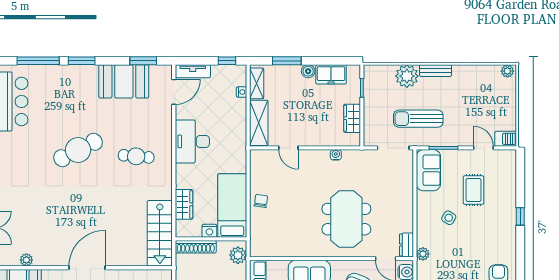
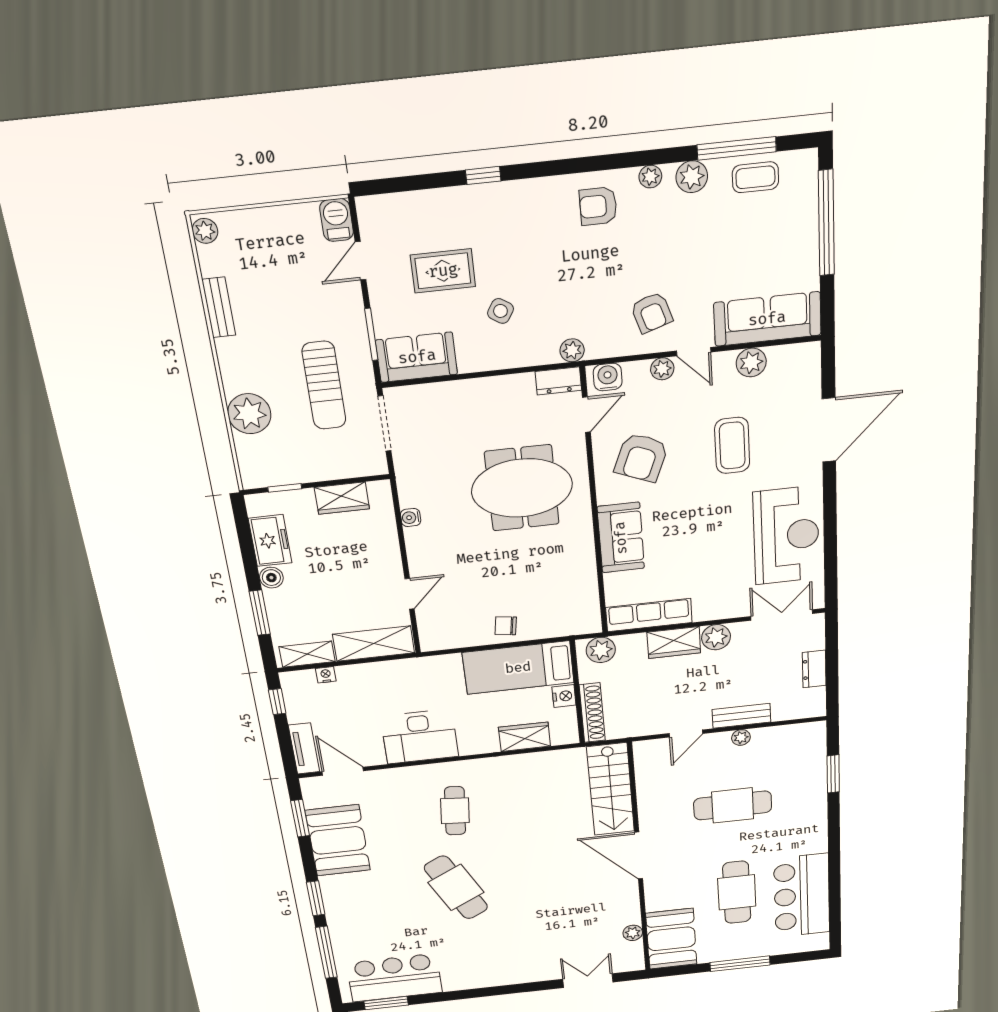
bench: (435, 71) -> (219, 307), moved
stairs: (160, 233) -> (611, 789), moved, turned 90

